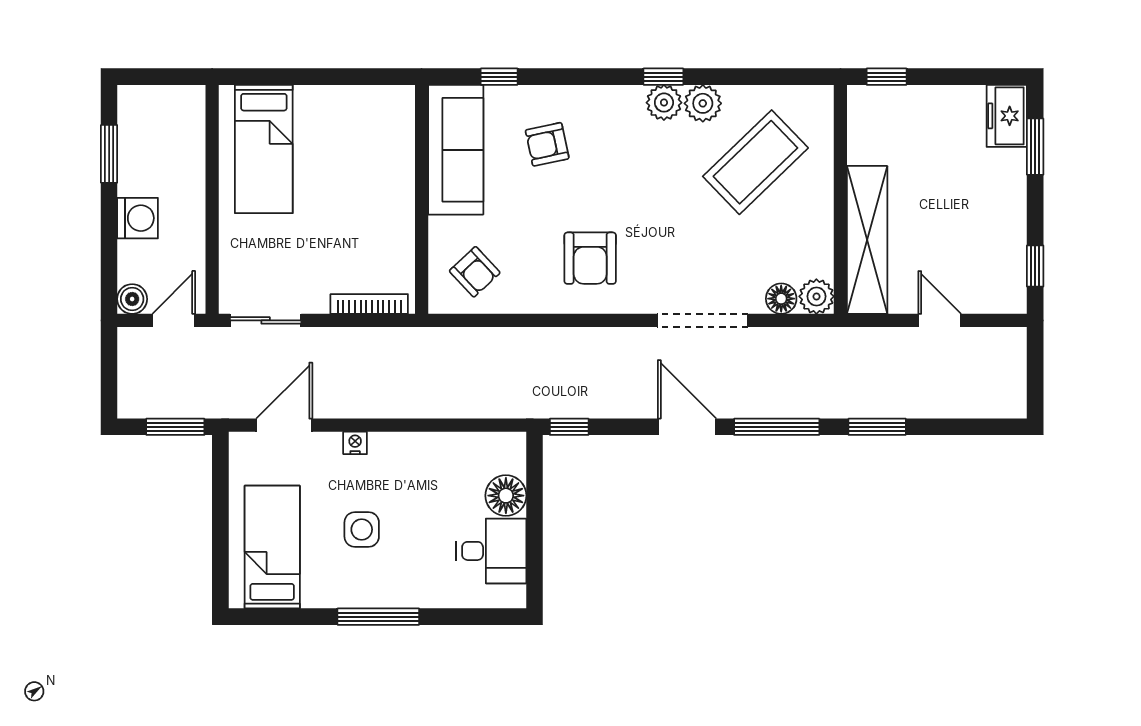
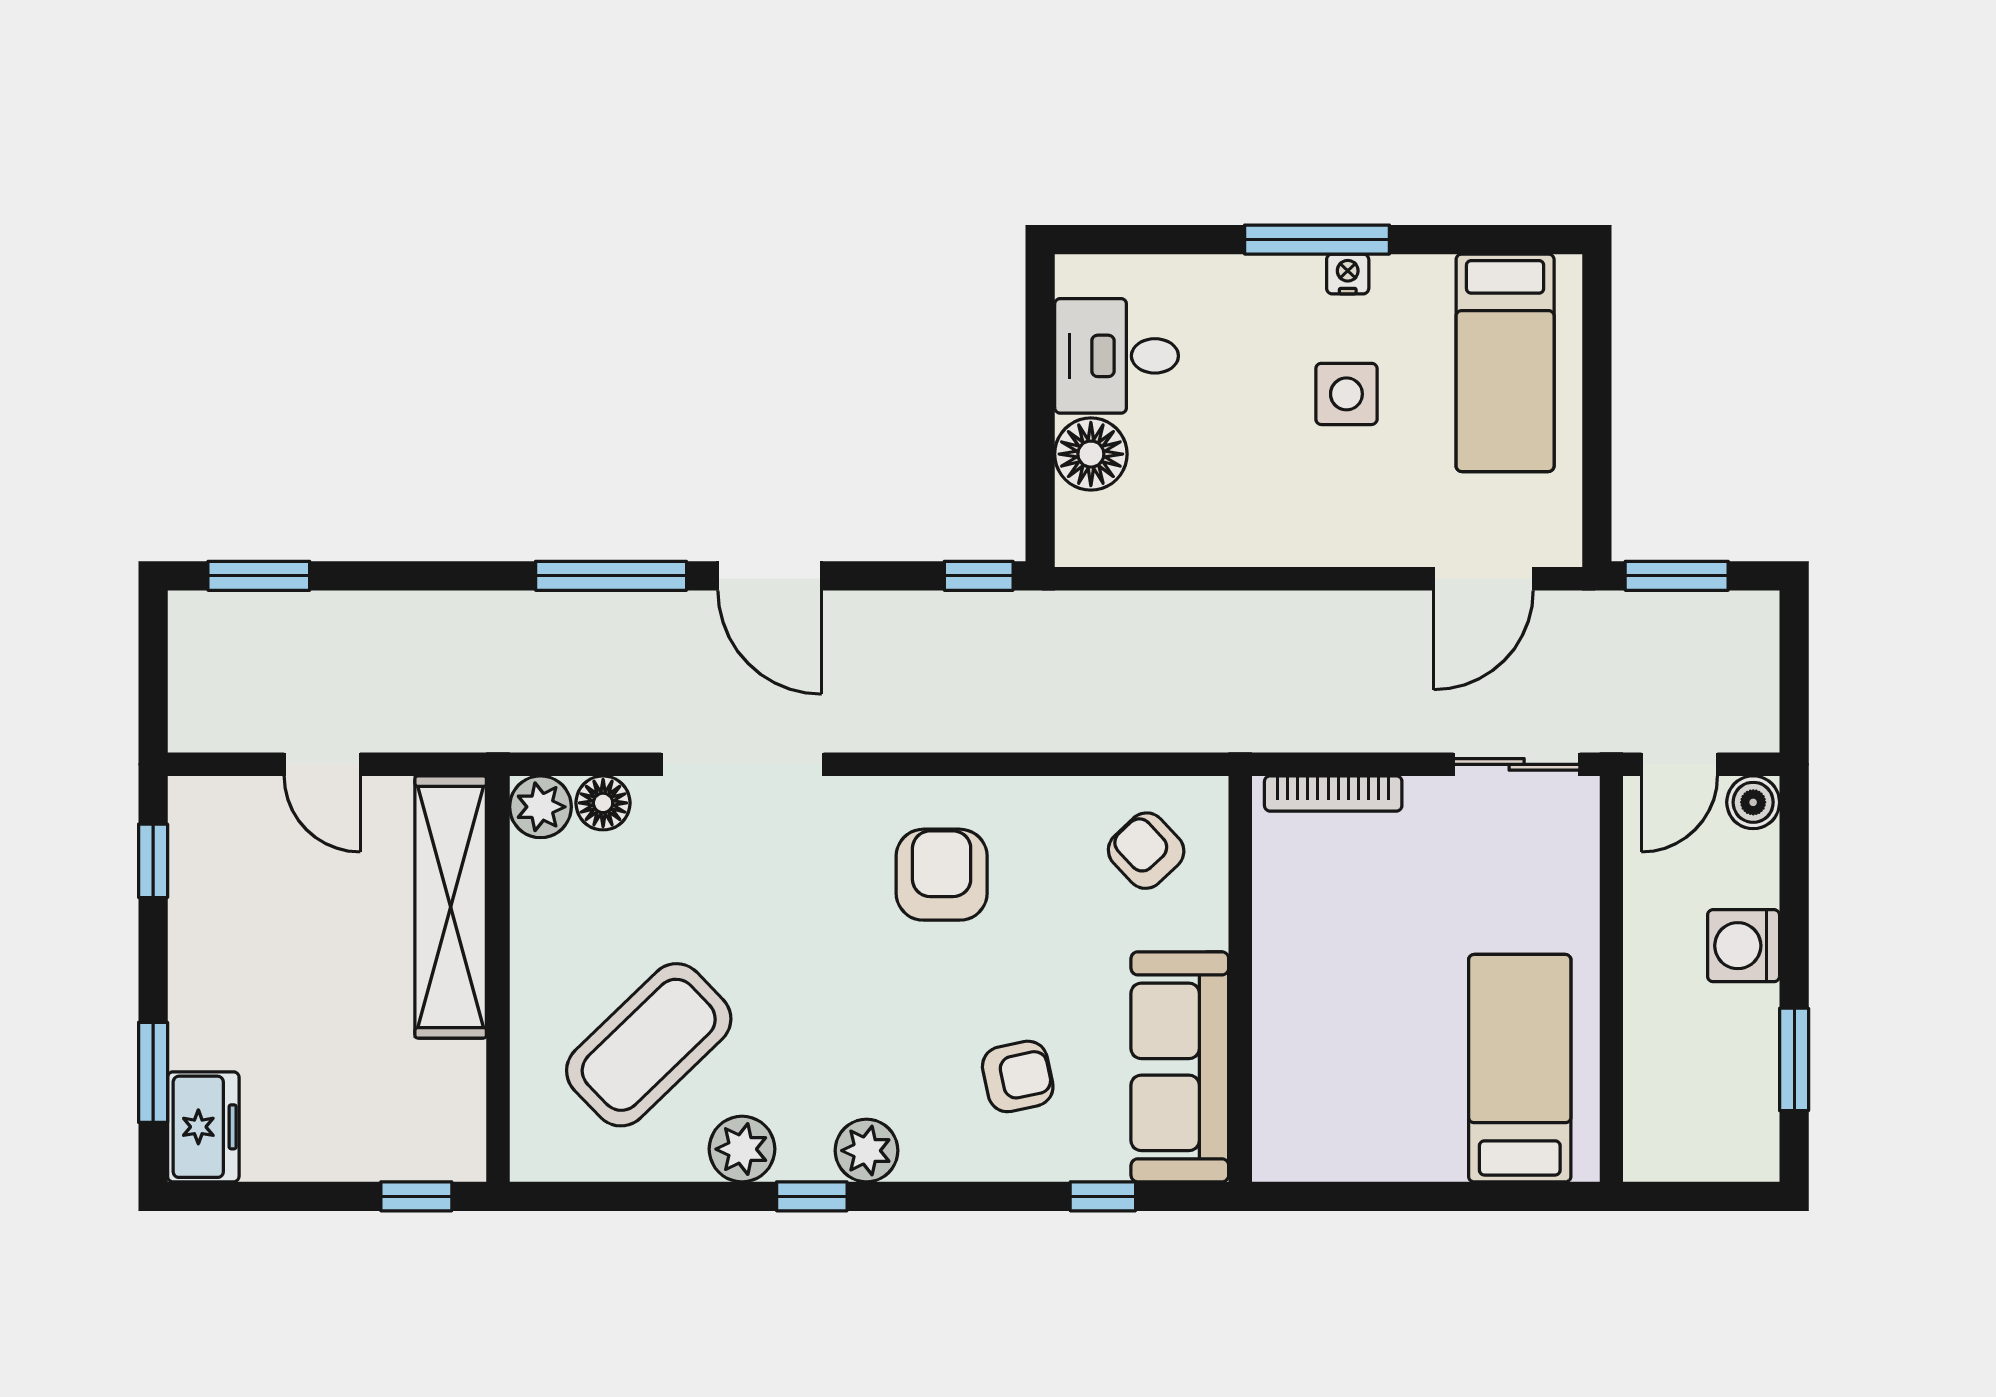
plant: (664, 103) -> (866, 1151), moved
window: (877, 427) -> (259, 576), moved
nightstand: (355, 443) -> (1348, 274), moved, turned 180

